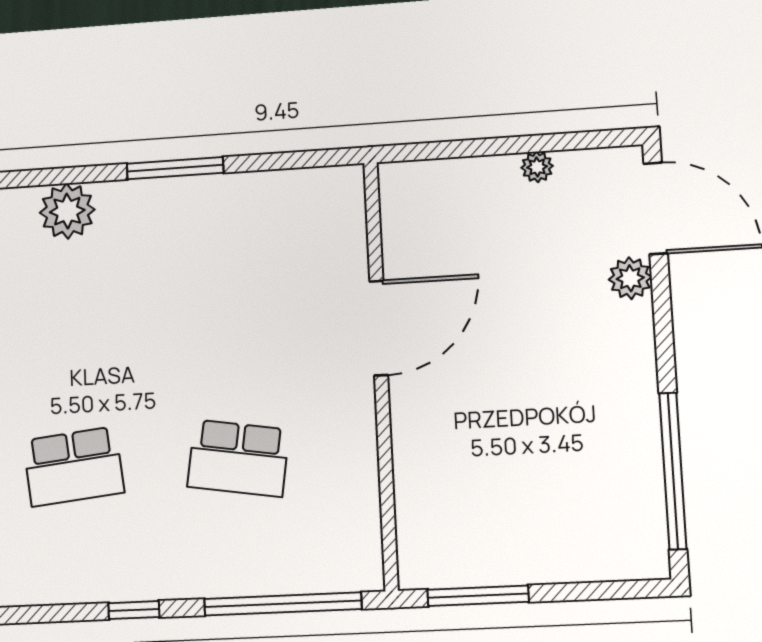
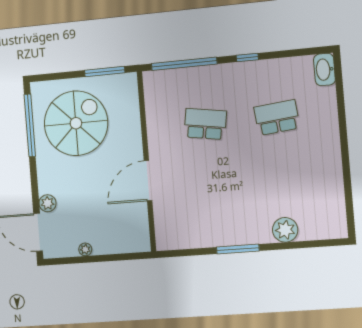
spiral stairs: (554, 472) -> (76, 123), added

